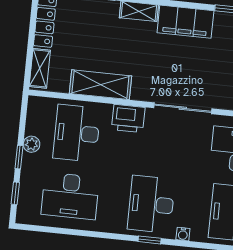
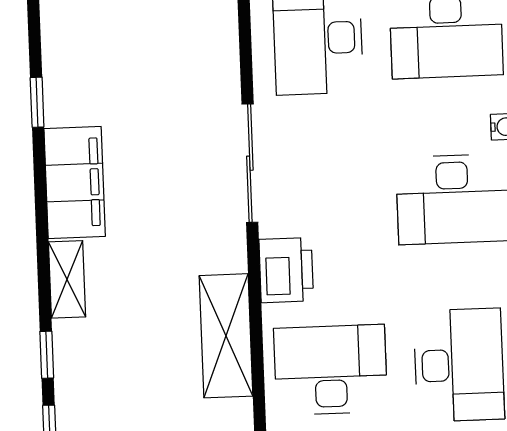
desk: (77, 133) -> (331, 370), turned 180

